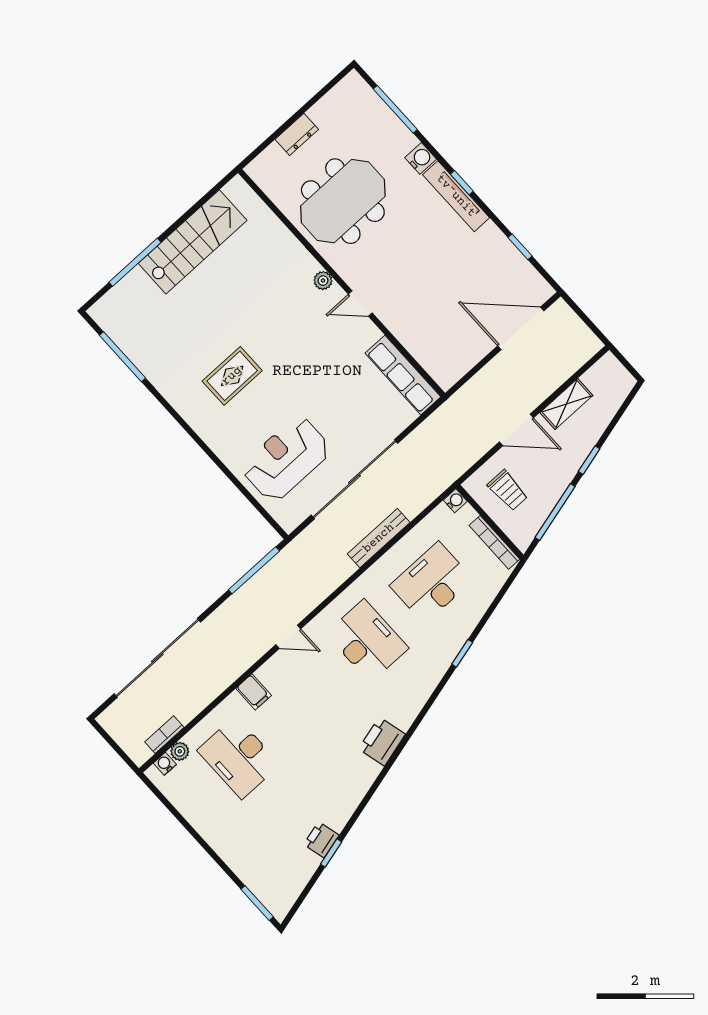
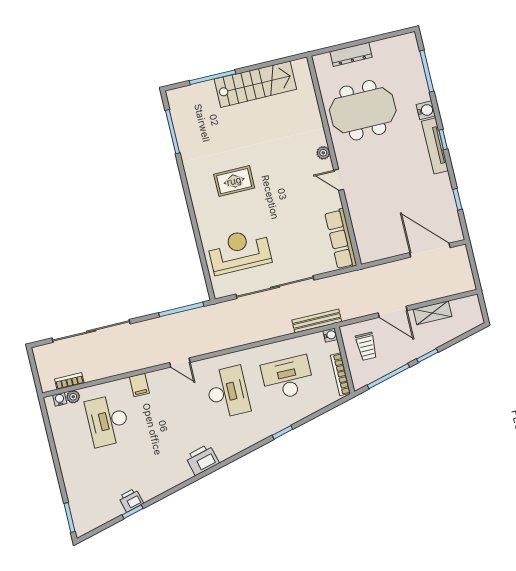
dresser: (297, 134) -> (351, 54), width x1.44
bench: (379, 538) -> (317, 321), moved

